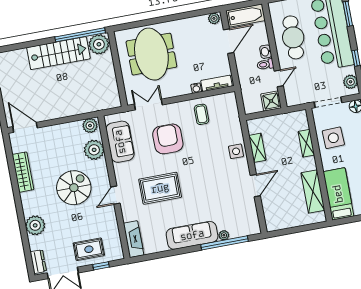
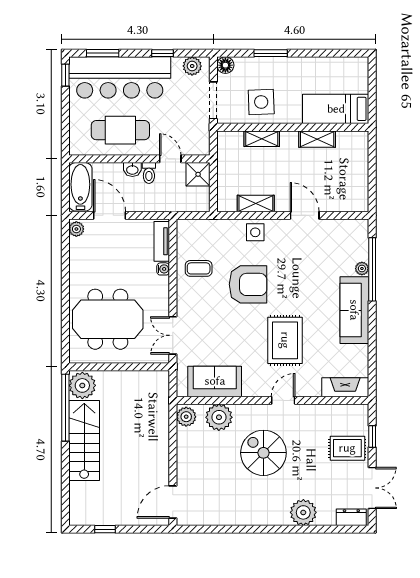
armchair: (168, 139) -> (248, 284), moved, turned 180
wardrobe: (23, 172) -> (231, 516), removed
shelving: (313, 192) -> (317, 139), width x0.67, depth x0.75
door: (115, 195) -> (283, 400), swing flipped
rug: (89, 249) -> (347, 448), turned 90

